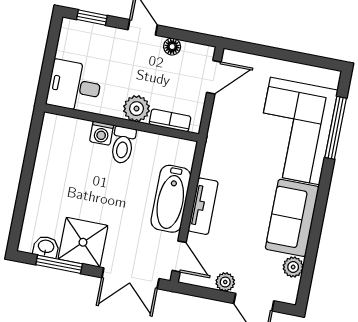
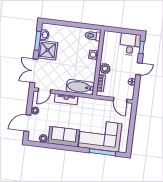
desk: (74, 86) -> (130, 44), moved
toilet: (123, 145) -> (93, 36), moved
bathtub: (171, 199) -> (80, 87), moved

